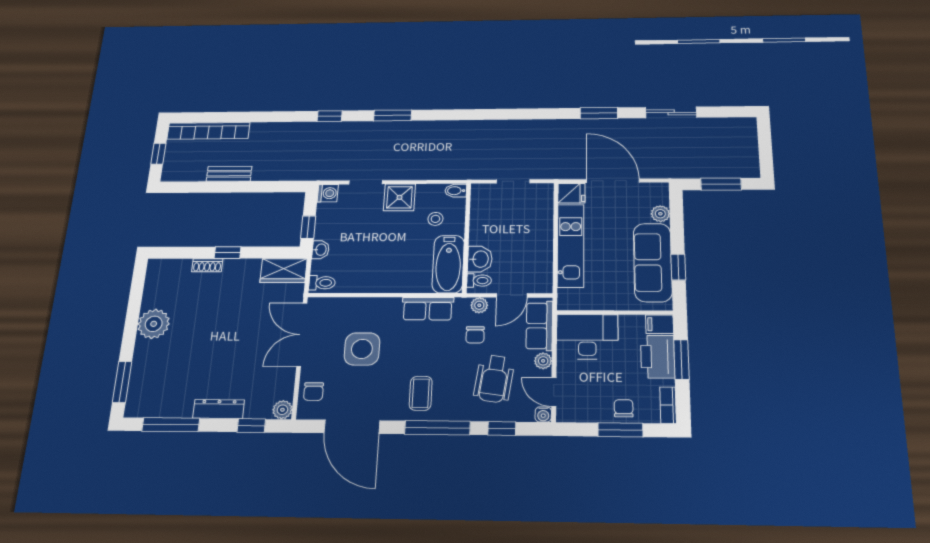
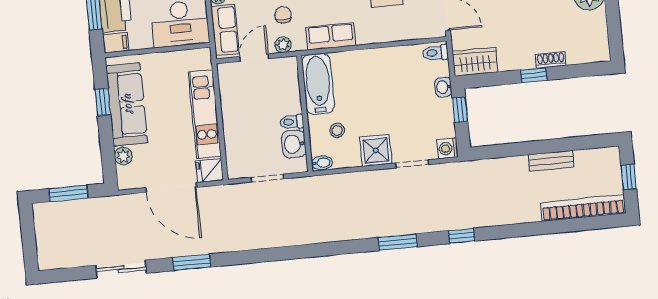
washbasin: (480, 259) -> (294, 144), moved
toilet: (479, 281) -> (292, 122), moved

